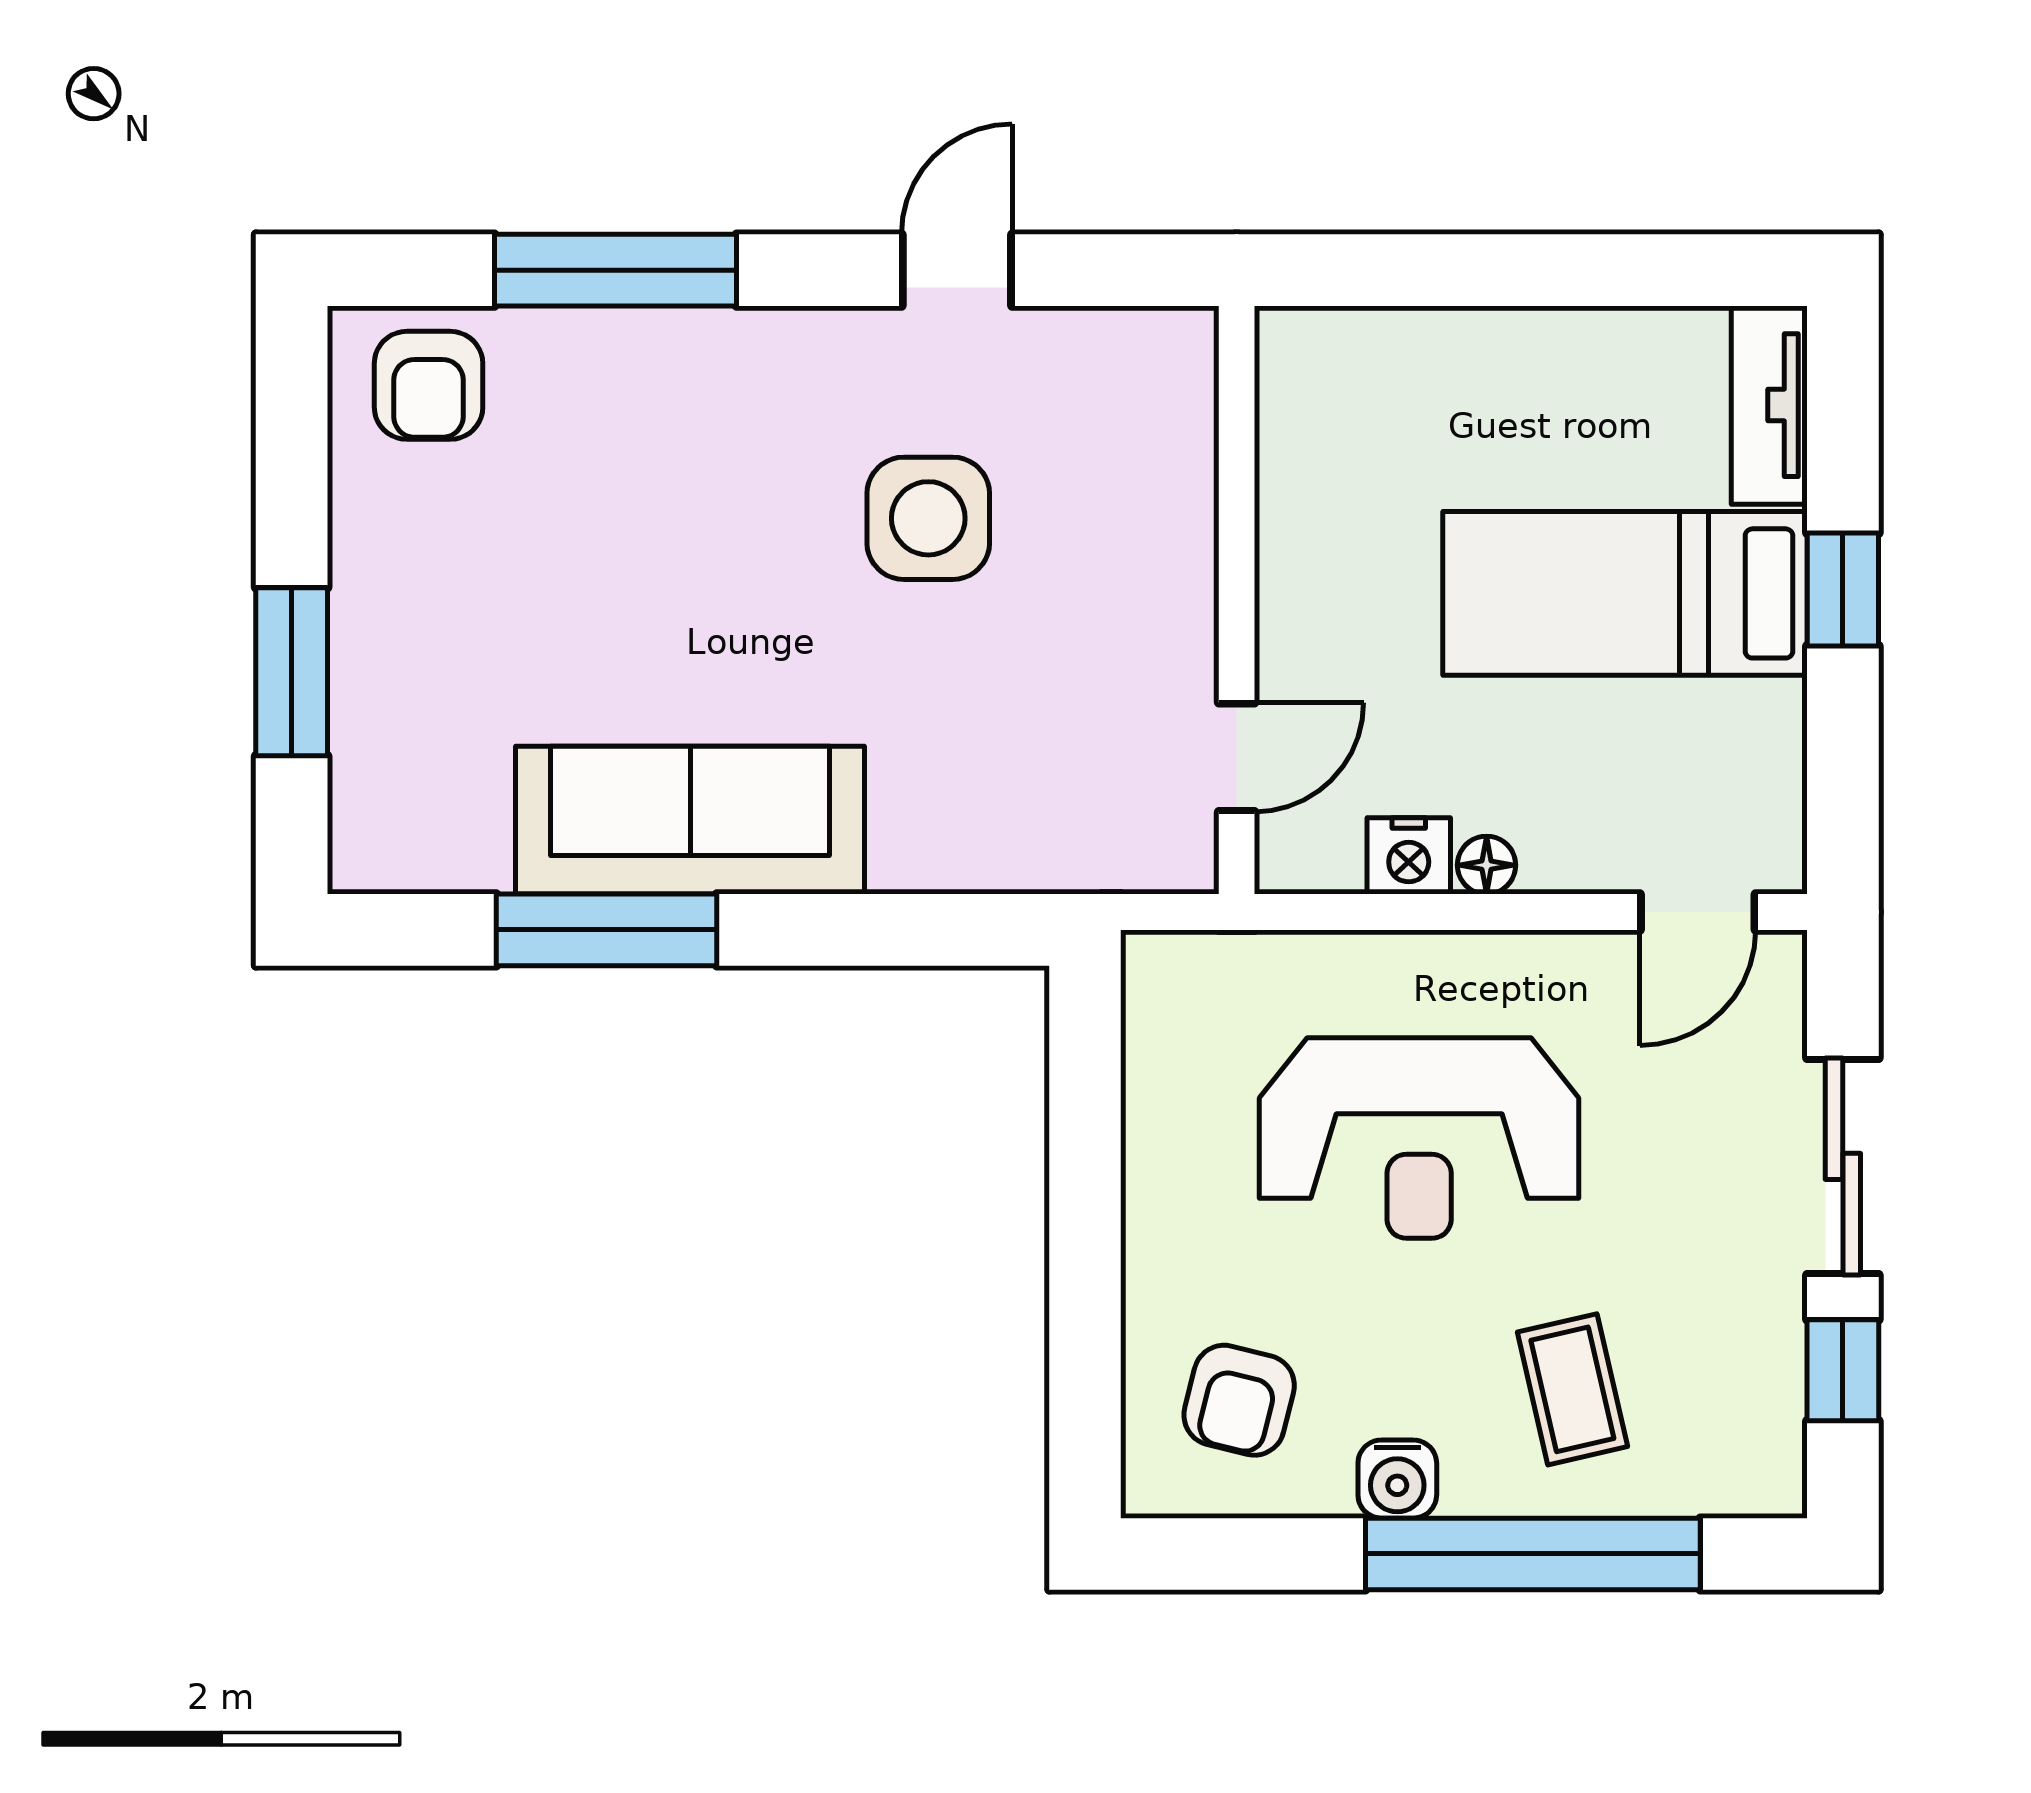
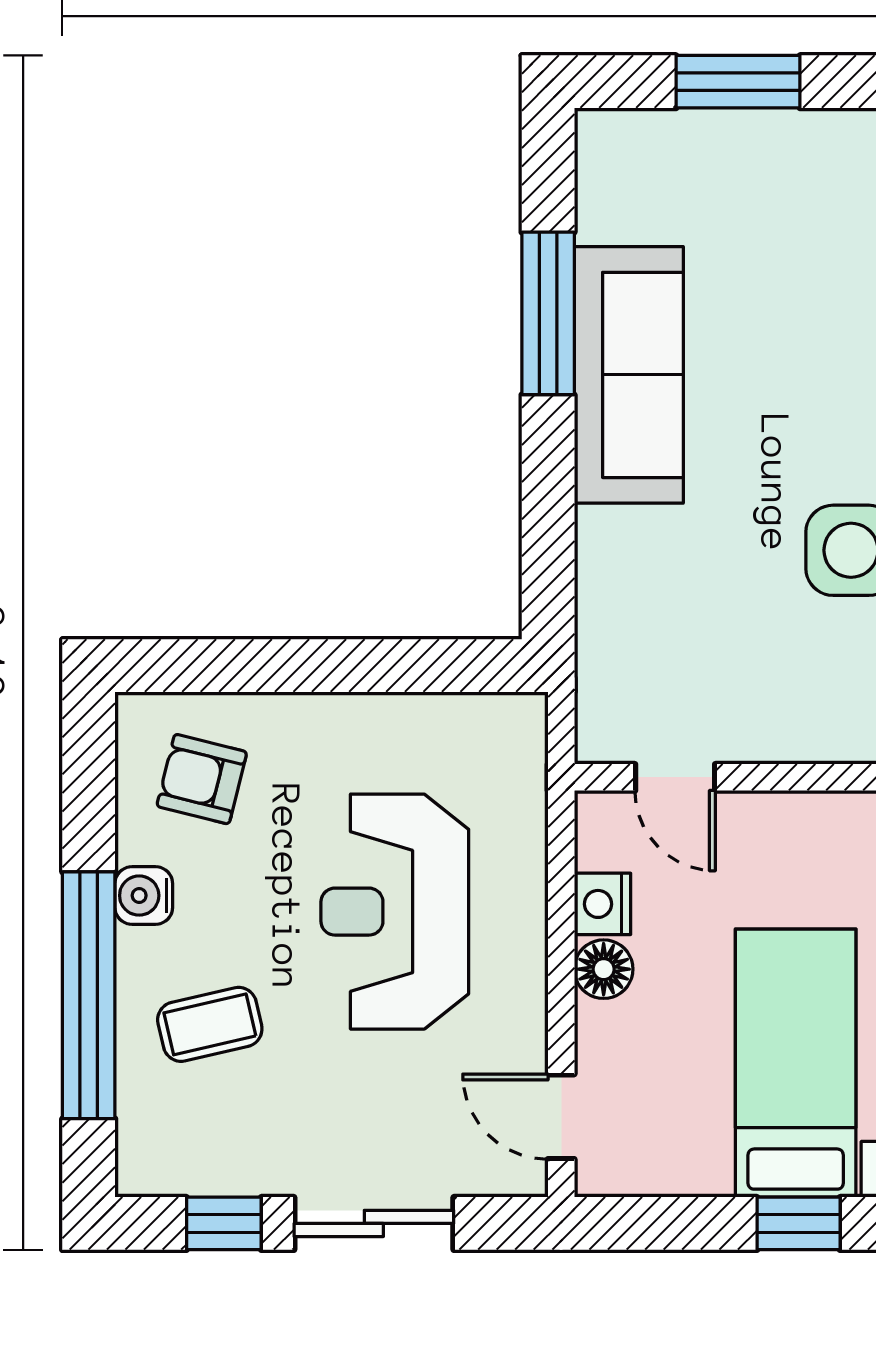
floor lamp: (1487, 865) -> (604, 969), width x1.37, depth x1.37

